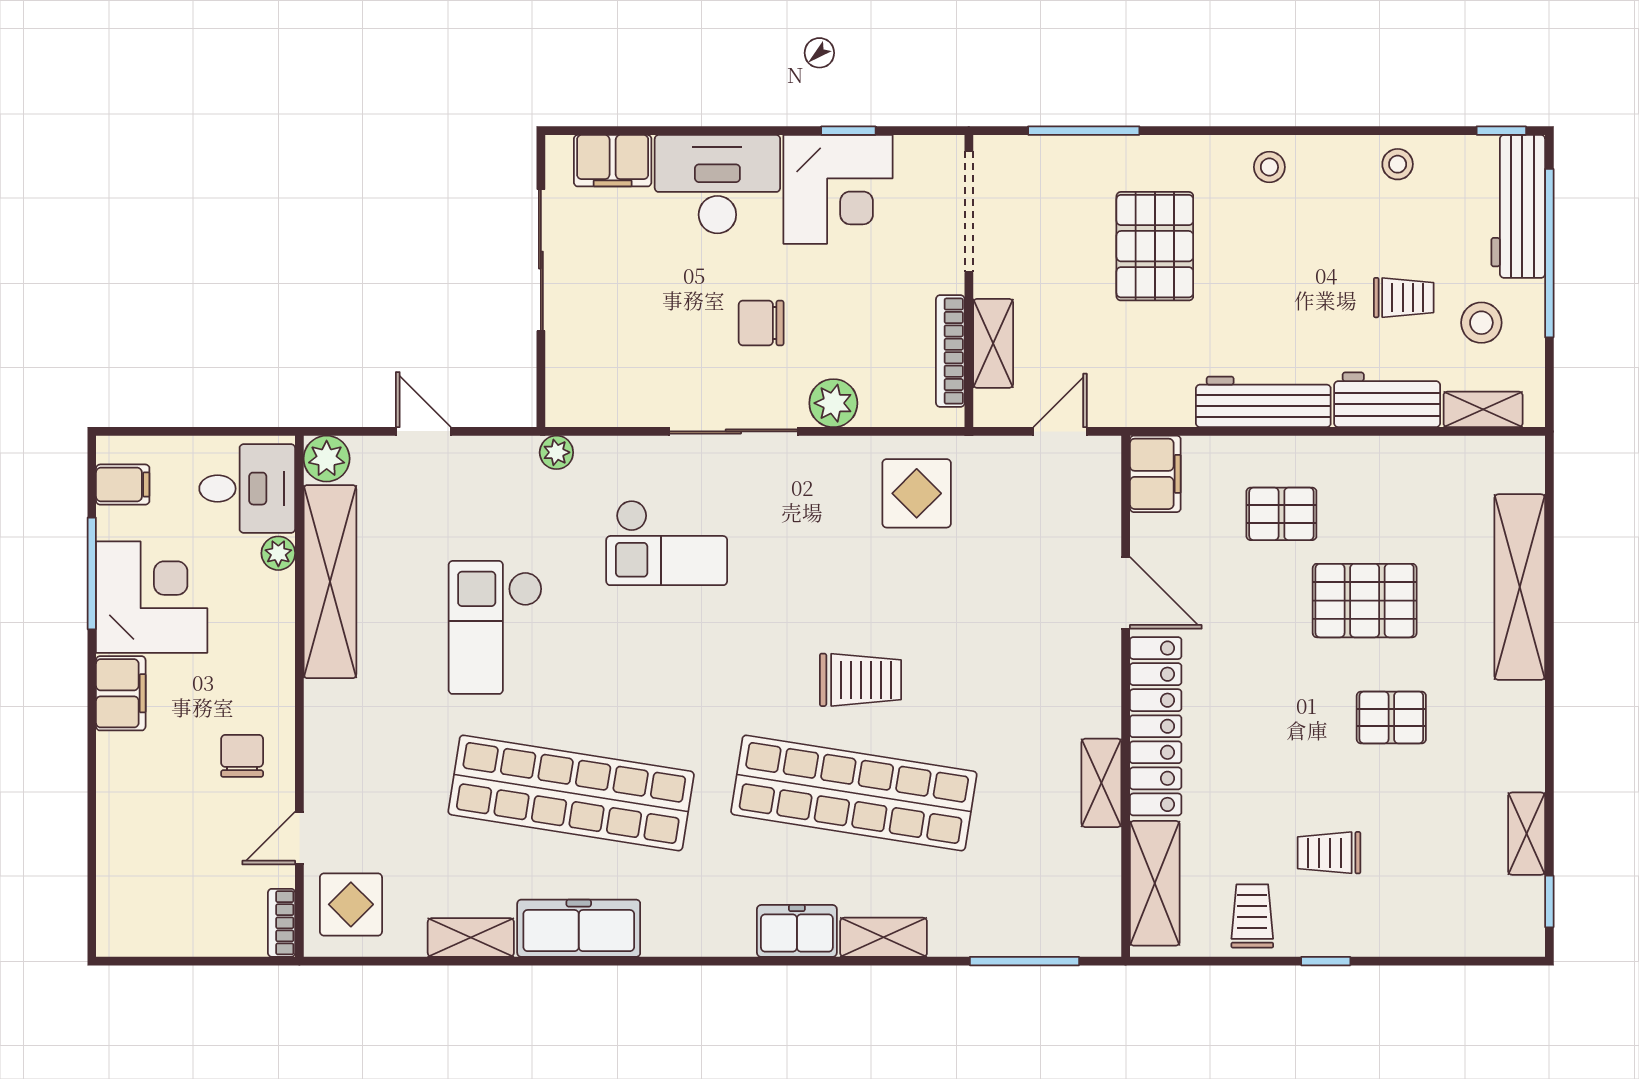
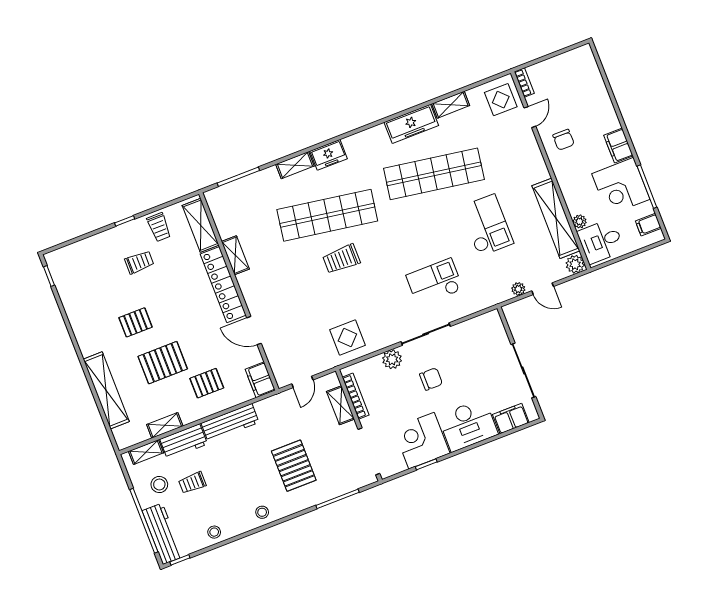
plant: (556, 452) -> (518, 289), moved
shelving: (1527, 834) -> (165, 425), moved, turned 90

